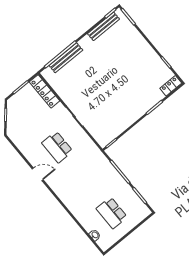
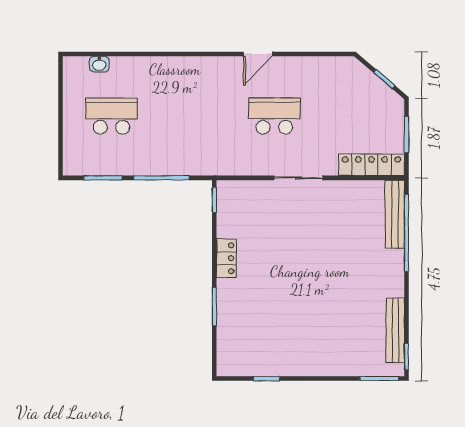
bench: (66, 58) -> (395, 214), moved
locker: (171, 86) -> (226, 258), moved

